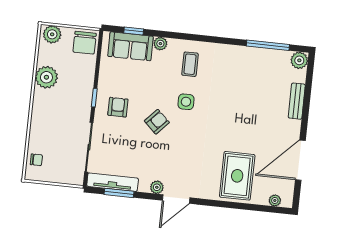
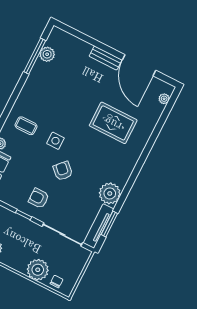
plant: (299, 60) -> (47, 54), moved
bench: (297, 101) -> (106, 58), moved
plant: (41, 135) -> (38, 270), added
rug: (237, 176) -> (113, 123), moved
plant: (157, 187) -> (110, 193), width x1.87, depth x1.87
door: (176, 199) -> (132, 179), removed

